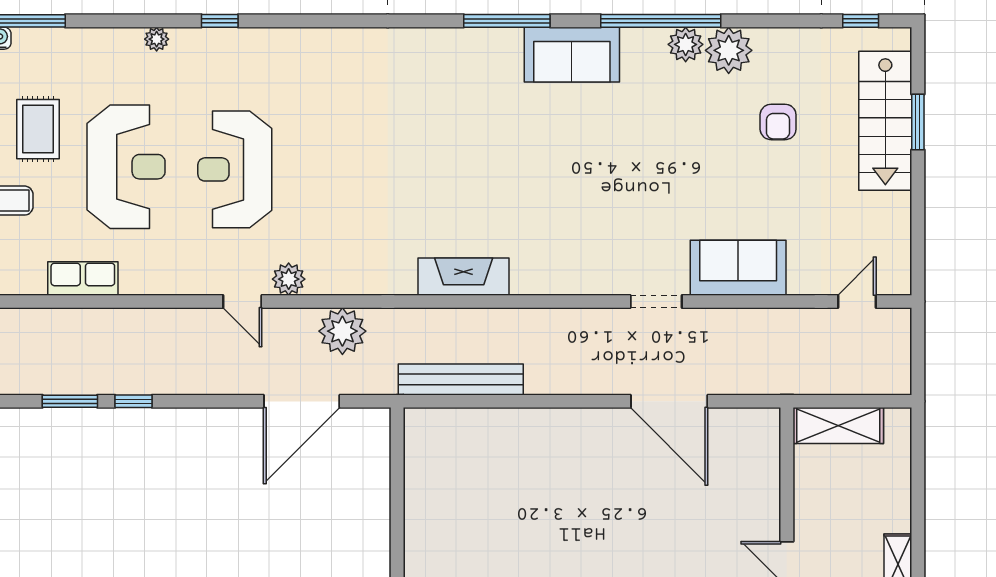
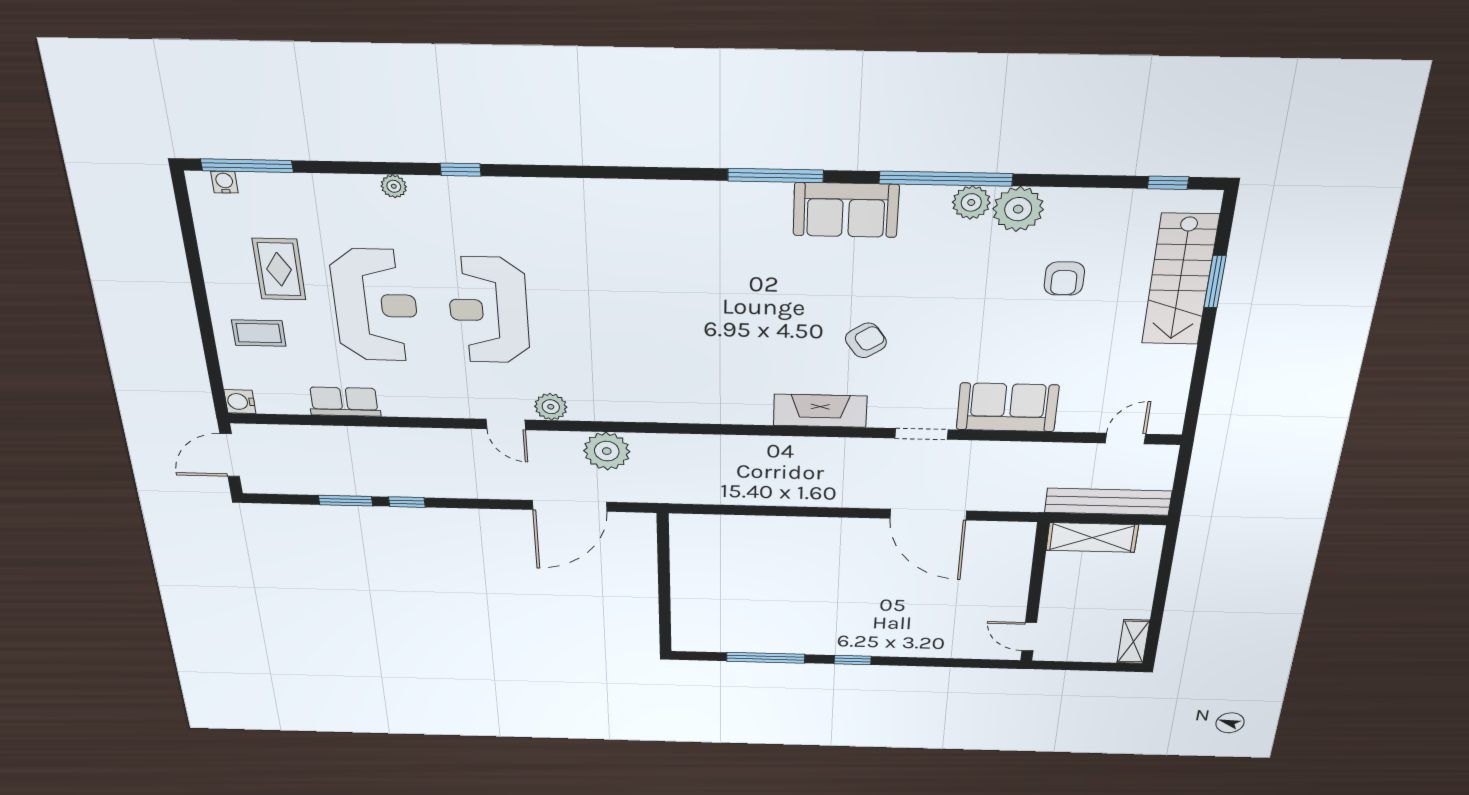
armchair: (596, 194) -> (866, 340), added
fireplace: (464, 277) -> (820, 411), moved
bench: (461, 380) -> (1108, 502), moved

